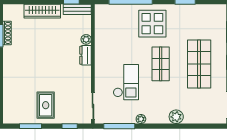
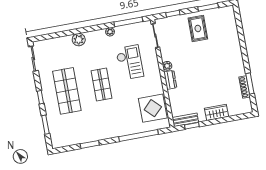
wardrobe: (42, 11) -> (216, 112), width x0.67
display table: (152, 24) -> (153, 108), moved
plant: (86, 39) -> (167, 66), moved
checkout: (126, 82) -> (130, 62), turned 180

